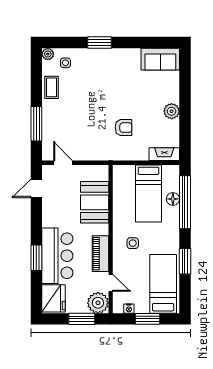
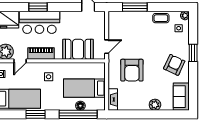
armchair: (116, 69) -> (174, 65), added
plant: (172, 111) -> (155, 105), moved
armchair: (124, 128) -> (132, 70), width x1.88, depth x1.88
door: (63, 163) -> (107, 47), moved

